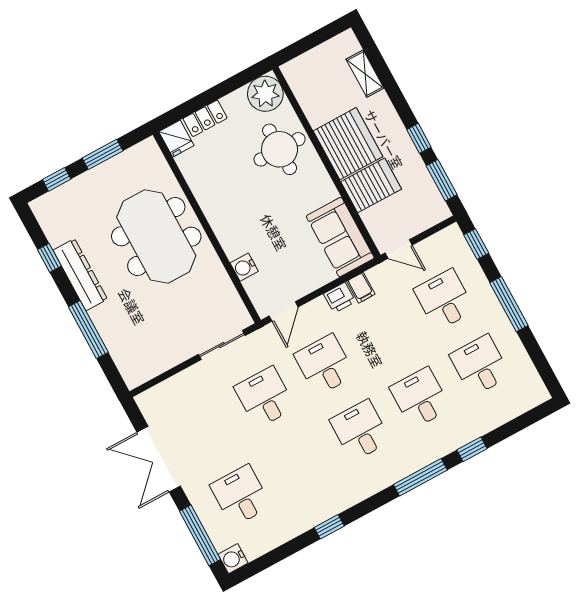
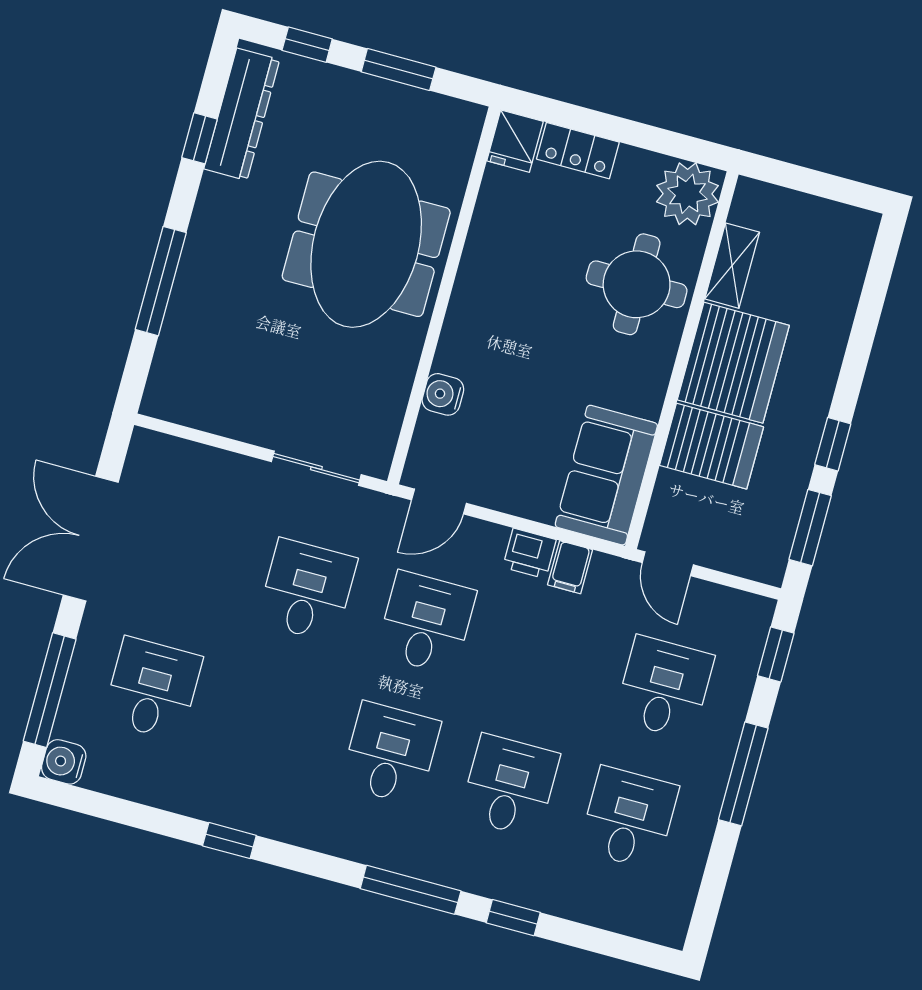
shelving: (365, 74) -> (732, 266), moved
dresser: (80, 275) -> (242, 114), moved

